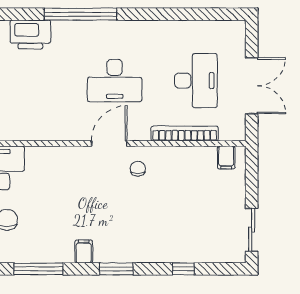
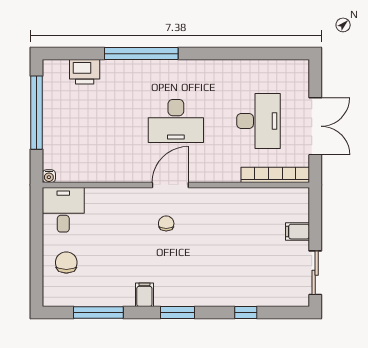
printer: (30, 35) -> (85, 72), width x0.73, depth x0.84
bookcase: (185, 134) -> (275, 175), moved
filing cabinet: (226, 157) -> (297, 232), moved, turned 90
chair: (138, 169) -> (166, 223), moved

